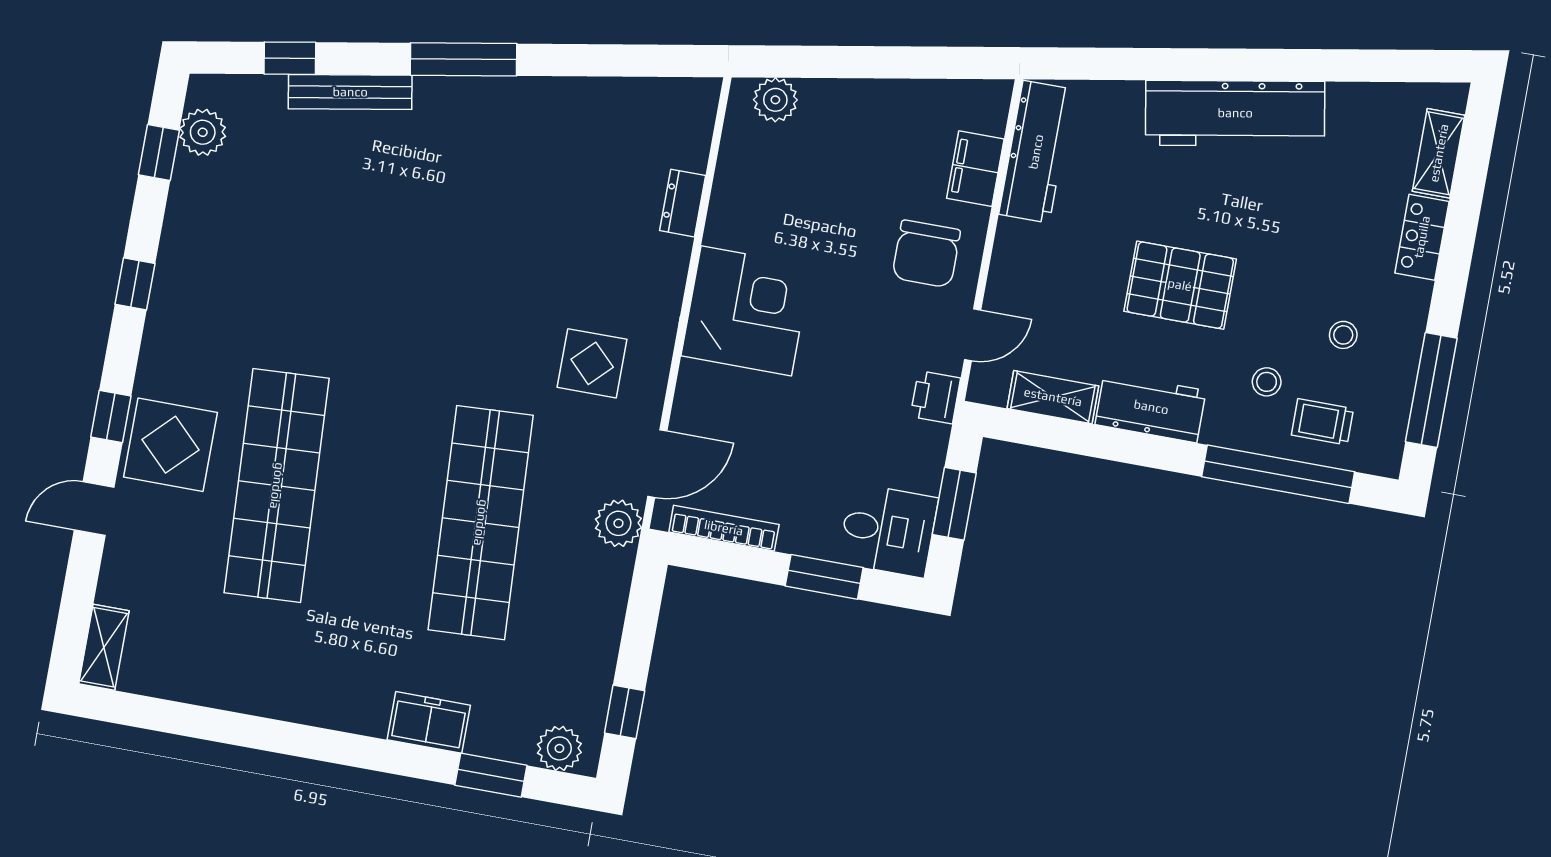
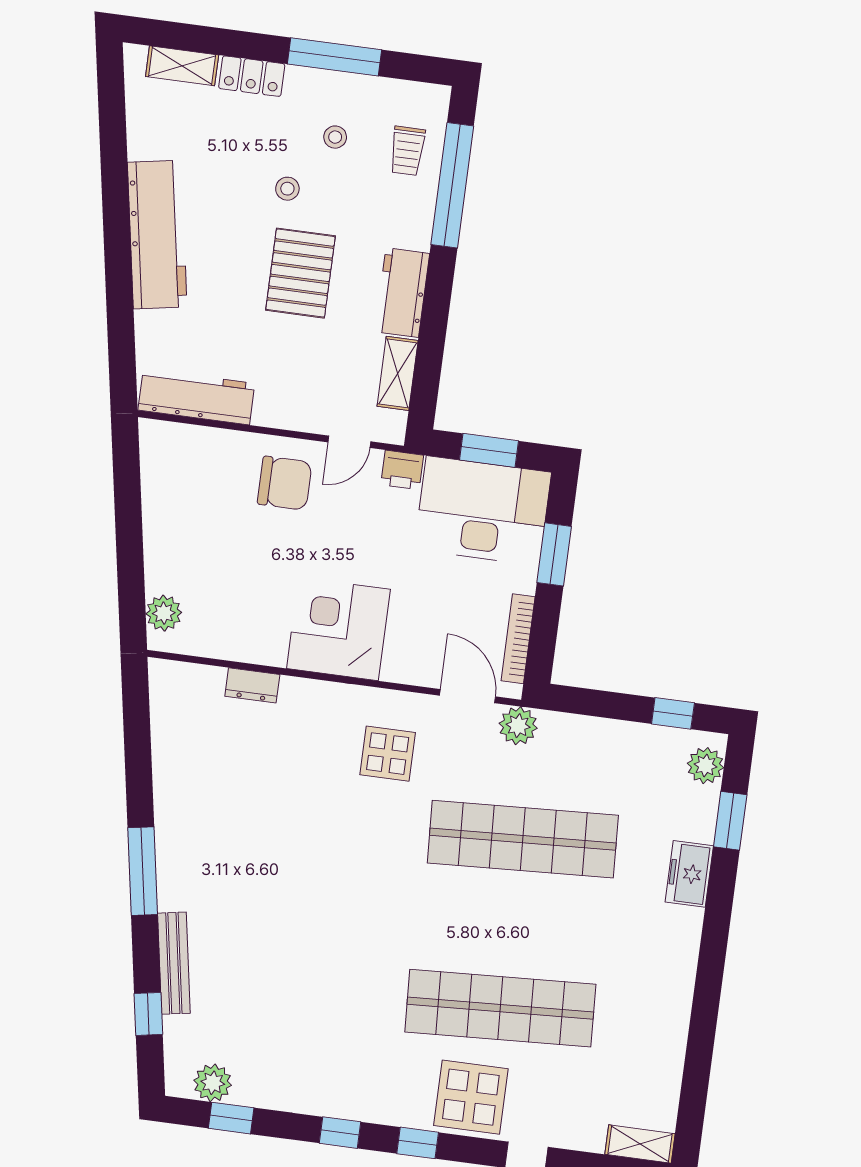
filing cabinet: (975, 169) -> (213, 446), removed
door: (973, 335) -> (349, 442), swing flipped
stool: (1267, 382) -> (287, 189), moved
window: (1431, 390) -> (334, 57), moved
window: (111, 416) -> (418, 1143), moved
desk: (888, 530) -> (483, 511), width x1.87, depth x1.30

